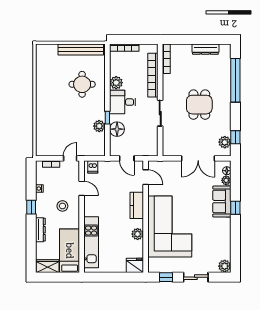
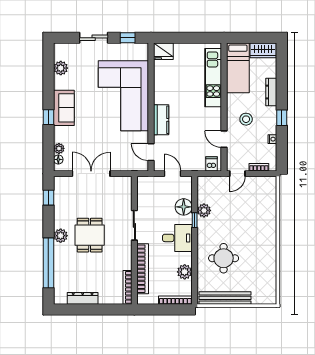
plant: (116, 83) -> (185, 272), moved
plant: (225, 142) -> (61, 236), moved
sofa: (222, 202) -> (64, 108), moved
plant: (138, 234) -> (160, 87), removed
plant: (225, 266) -> (61, 68), moved

